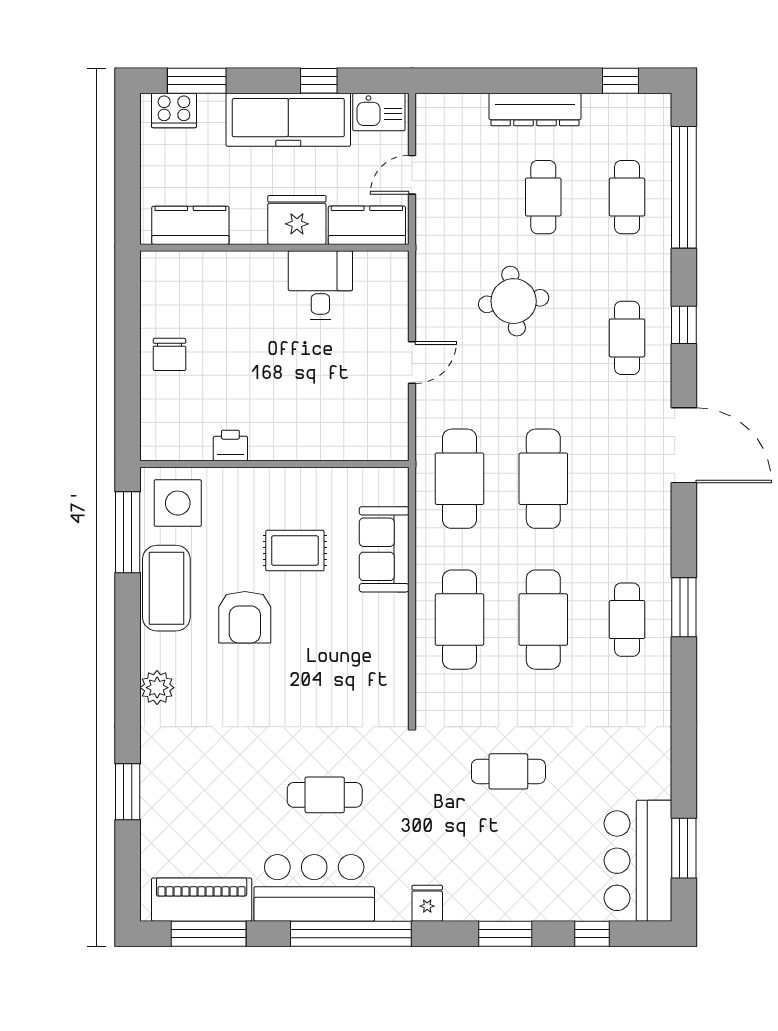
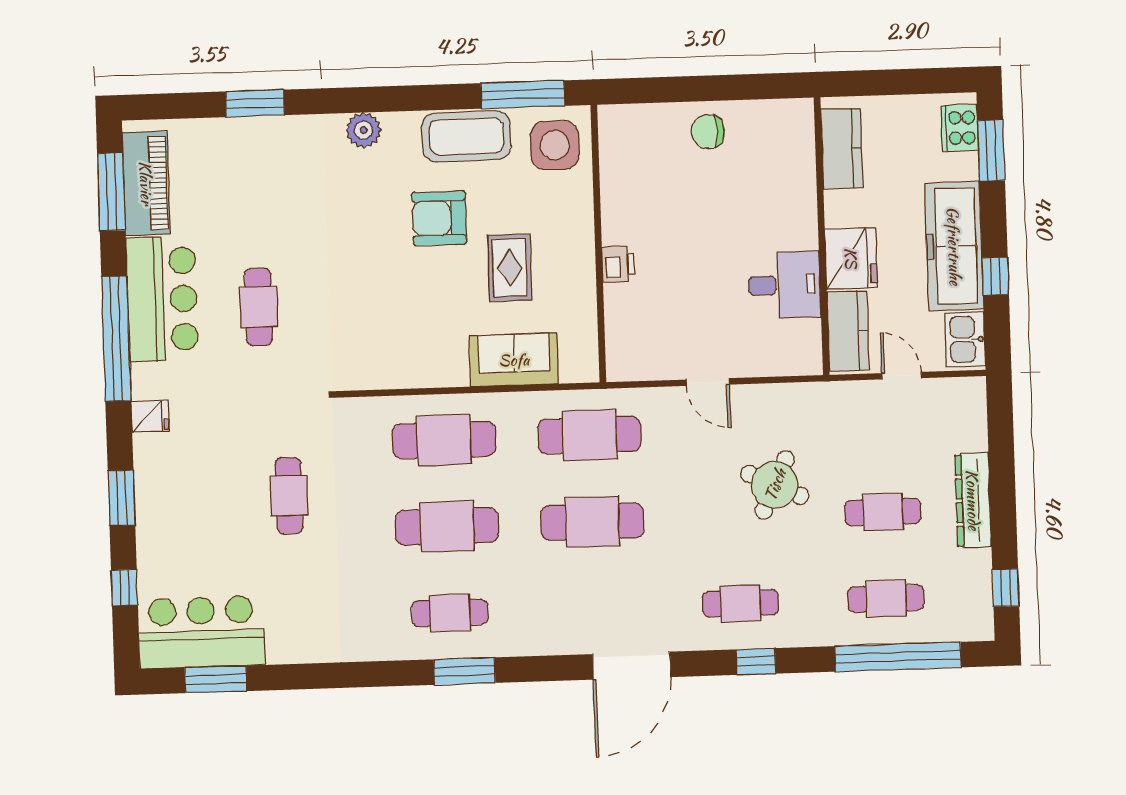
round table: (514, 301) -> (775, 485), turned 32
printer: (230, 445) -> (618, 264), moved

